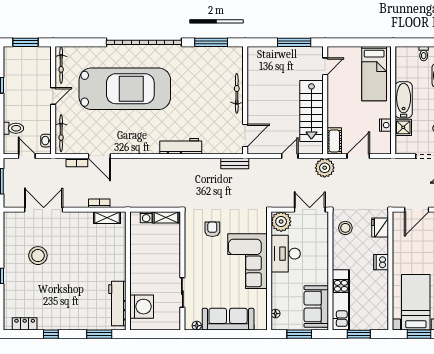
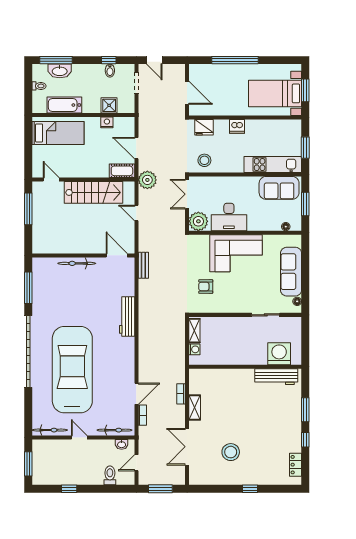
bathtub: (404, 100) -> (64, 105), moved
shelving: (107, 218) -> (195, 408), moved
window: (99, 334) -> (305, 410), moved

